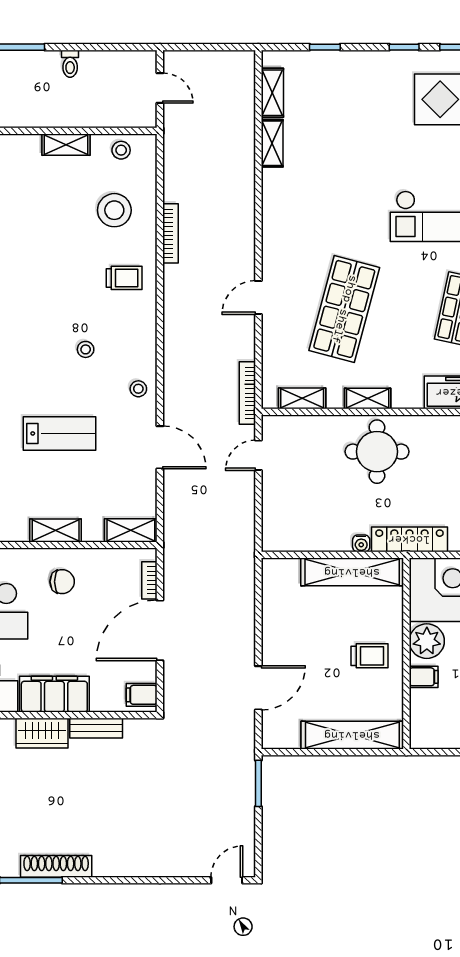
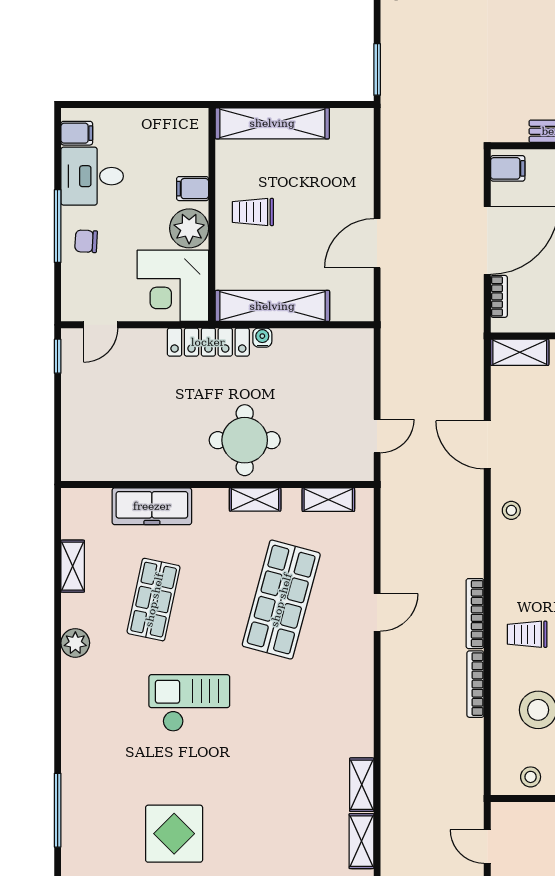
bookcase: (247, 393) -> (475, 614), moved, turned 180
door: (258, 688) -> (377, 243), moved

